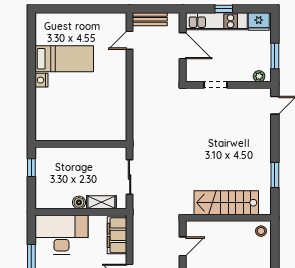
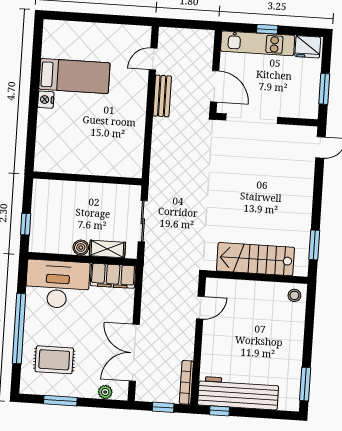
bench: (150, 19) -> (162, 96), moved, turned 90
door: (183, 46) -> (215, 86), moved
plant: (259, 76) -> (304, 112), removed
doorway: (216, 85) -> (252, 119), width x1.88
window: (31, 168) -> (26, 224), moved
window: (275, 175) -> (314, 245), moved
filing cabinet: (117, 235) -> (113, 276), moved, turned -90

